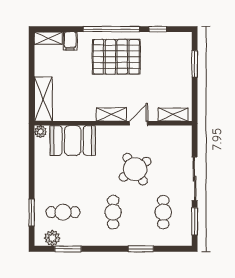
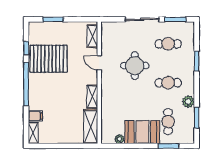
pallet: (116, 57) -> (49, 59), moved, turned 90
shelving: (43, 99) -> (91, 126), moved, turned 90
shelving: (111, 114) -> (92, 97), moved
plant: (40, 132) -> (119, 139), moved
booth: (73, 141) -> (142, 132), moved, turned 90
round table: (135, 169) -> (135, 66), turned 34
plant: (52, 238) -> (188, 102), moved

